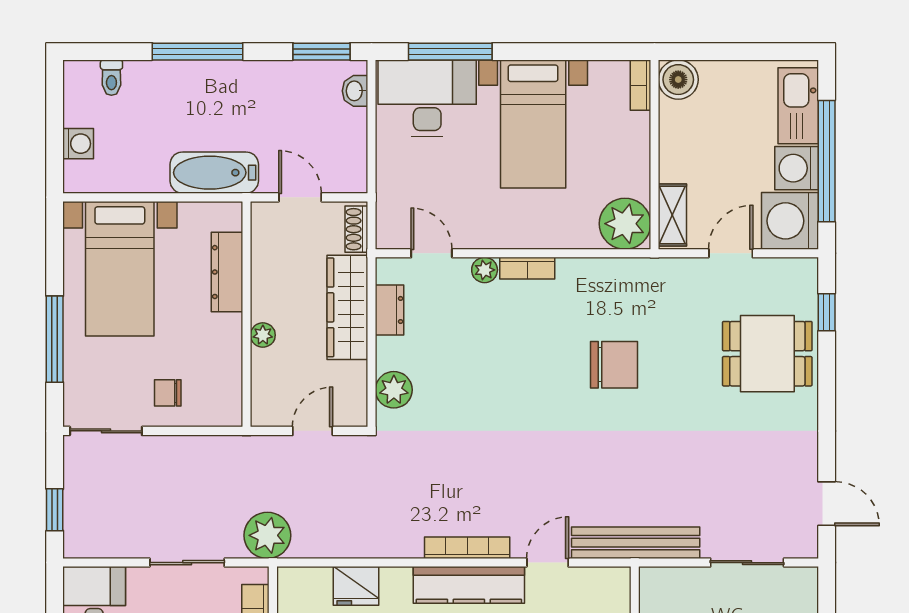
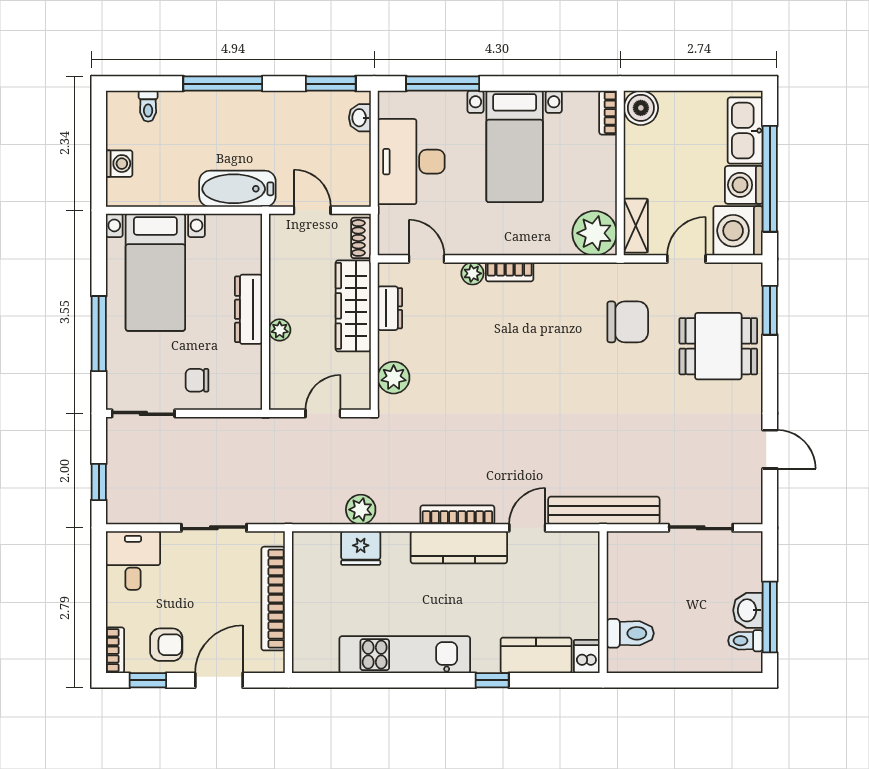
desk: (427, 98) -> (411, 162), moved, turned -90
dresser: (227, 272) -> (249, 309), moved
window: (827, 312) -> (770, 310), width x1.50
chair: (614, 365) -> (628, 322), moved
door: (827, 504) -> (770, 449), moved
plant: (267, 535) -> (361, 510), moved, width x0.73, depth x0.73

